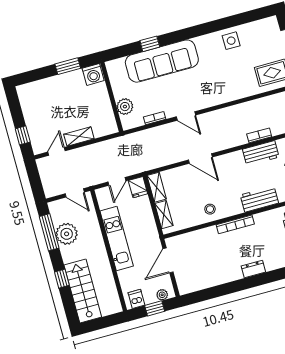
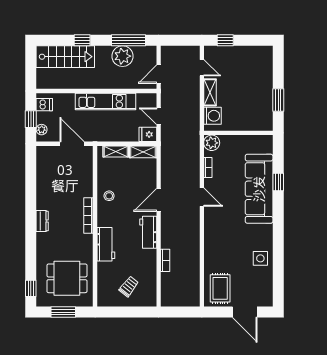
washing machine: (93, 74) -> (213, 116), moved, turned 180
plant: (125, 107) -> (212, 143), moved
door: (186, 116) -> (202, 197), swing flipped
workbench: (261, 153) -> (148, 232), moved

